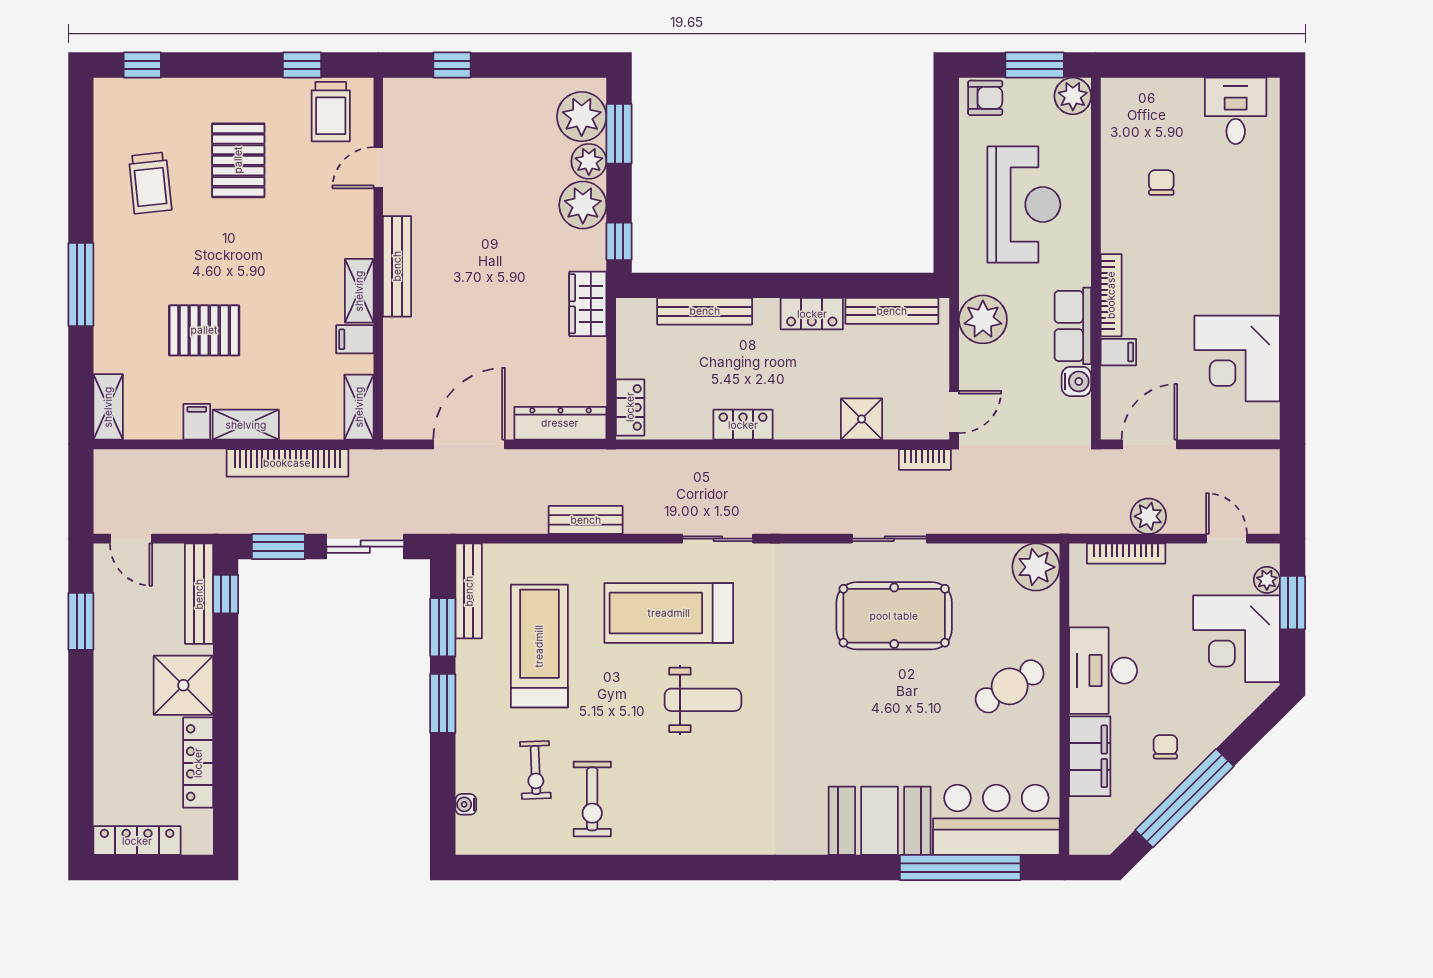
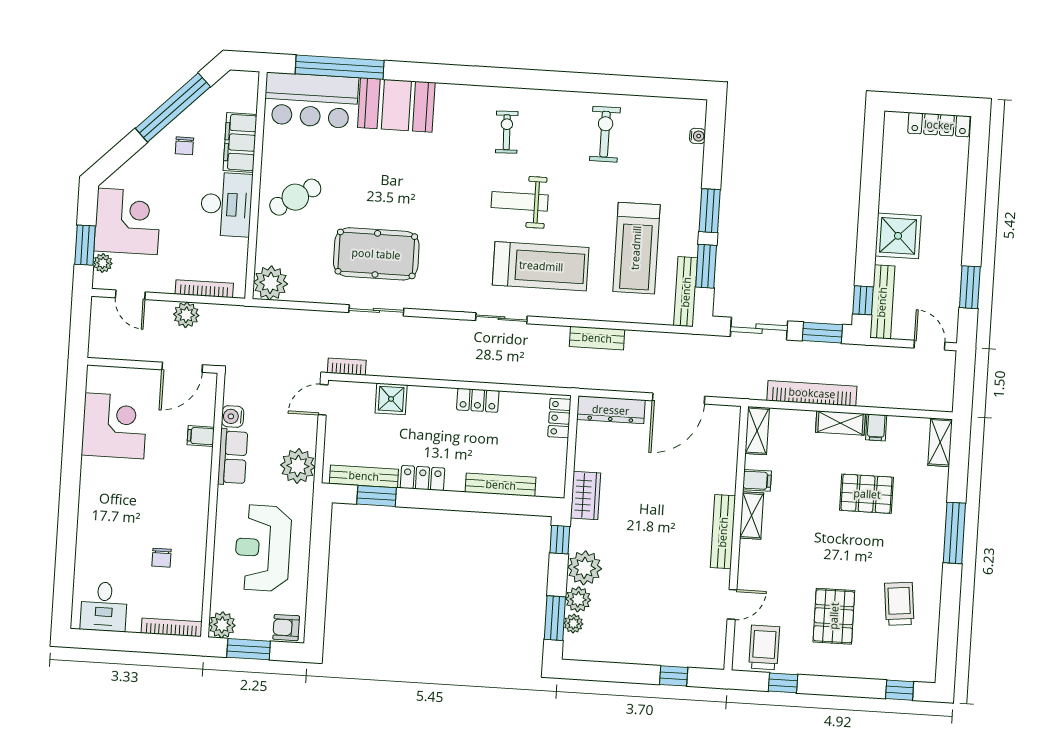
plant: (582, 117) -> (573, 623), width x0.53, depth x0.53
window: (873, 285) -> (377, 496), added
bookcase: (1111, 295) -> (172, 627), moved, turned 90
locker: (198, 763) -> (891, 179), removed
exercise bike: (535, 770) -> (507, 132), moved

